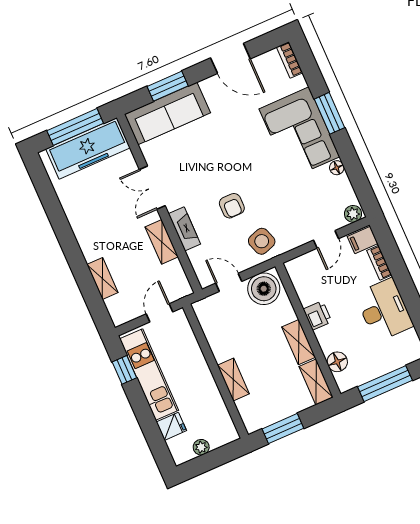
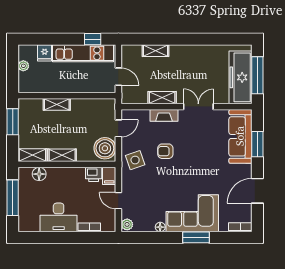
filing cabinet: (363, 240) -> (109, 176), moved, turned 180
printer: (317, 315) -> (94, 174), moved

